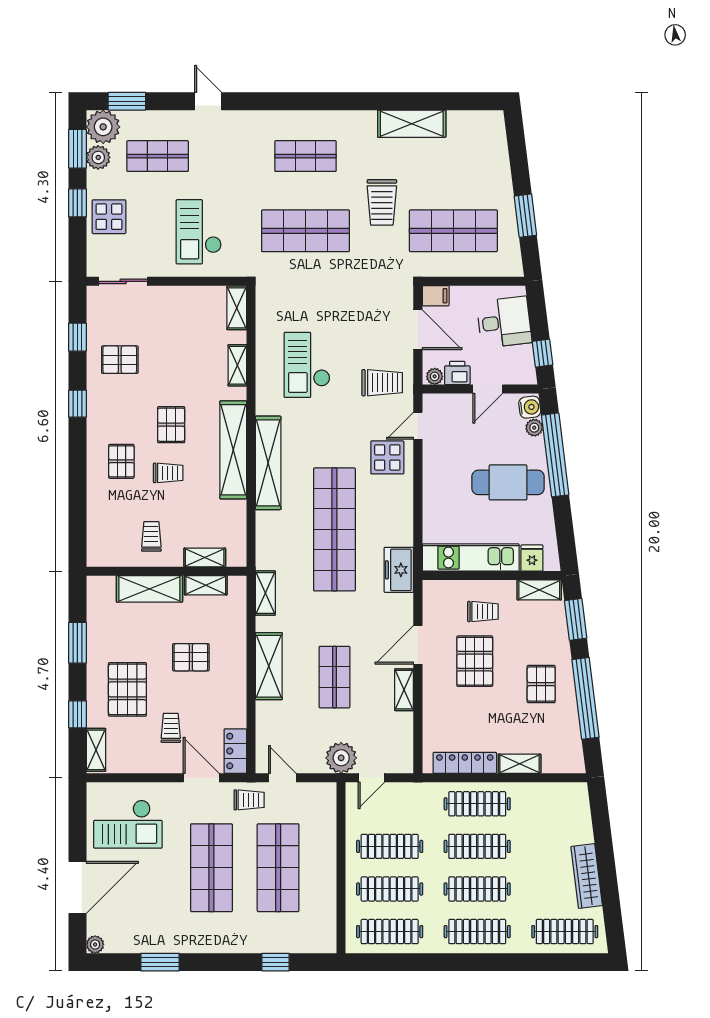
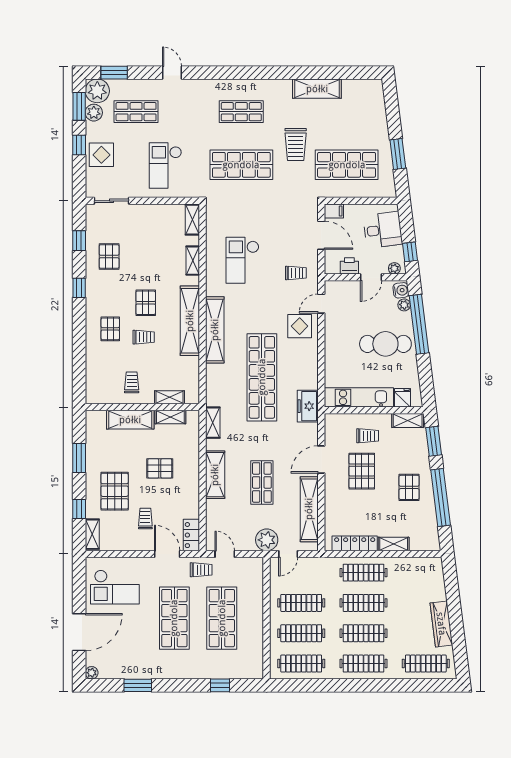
pallet: (120, 360) -> (109, 257), turned 90
plant: (435, 376) -> (394, 268), moved
trolley: (382, 383) -> (296, 273), width x0.73, depth x0.72
shelving: (404, 690) -> (309, 509), width x2.20, depth x1.33

